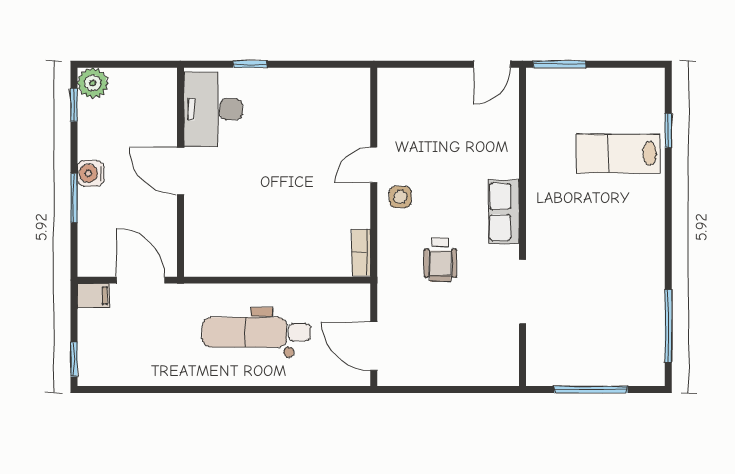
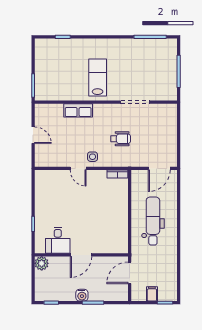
door: (492, 64) -> (33, 135), moved
plant: (93, 83) -> (42, 263), moved
desk: (213, 109) -> (58, 240), width x0.73
lab bench: (618, 154) -> (98, 77), moved, turned 180
row of seats: (504, 212) -> (78, 110), moved
filing cabinet: (93, 296) -> (152, 294), moved
dental chair: (256, 332) -> (153, 221), turned 180

